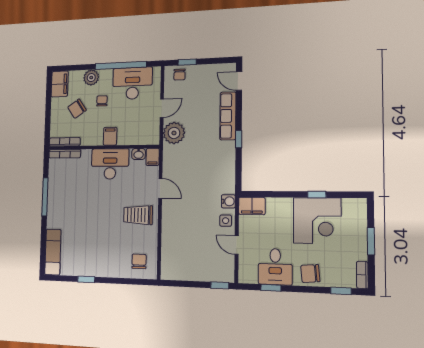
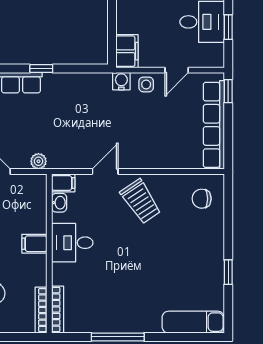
plant: (174, 133) -> (39, 161), width x0.53, depth x0.53
desk: (110, 164) -> (72, 243), width x0.73
trolley: (138, 215) -> (141, 201), turned -34
row of seats: (194, 273) -> (214, 125), added

